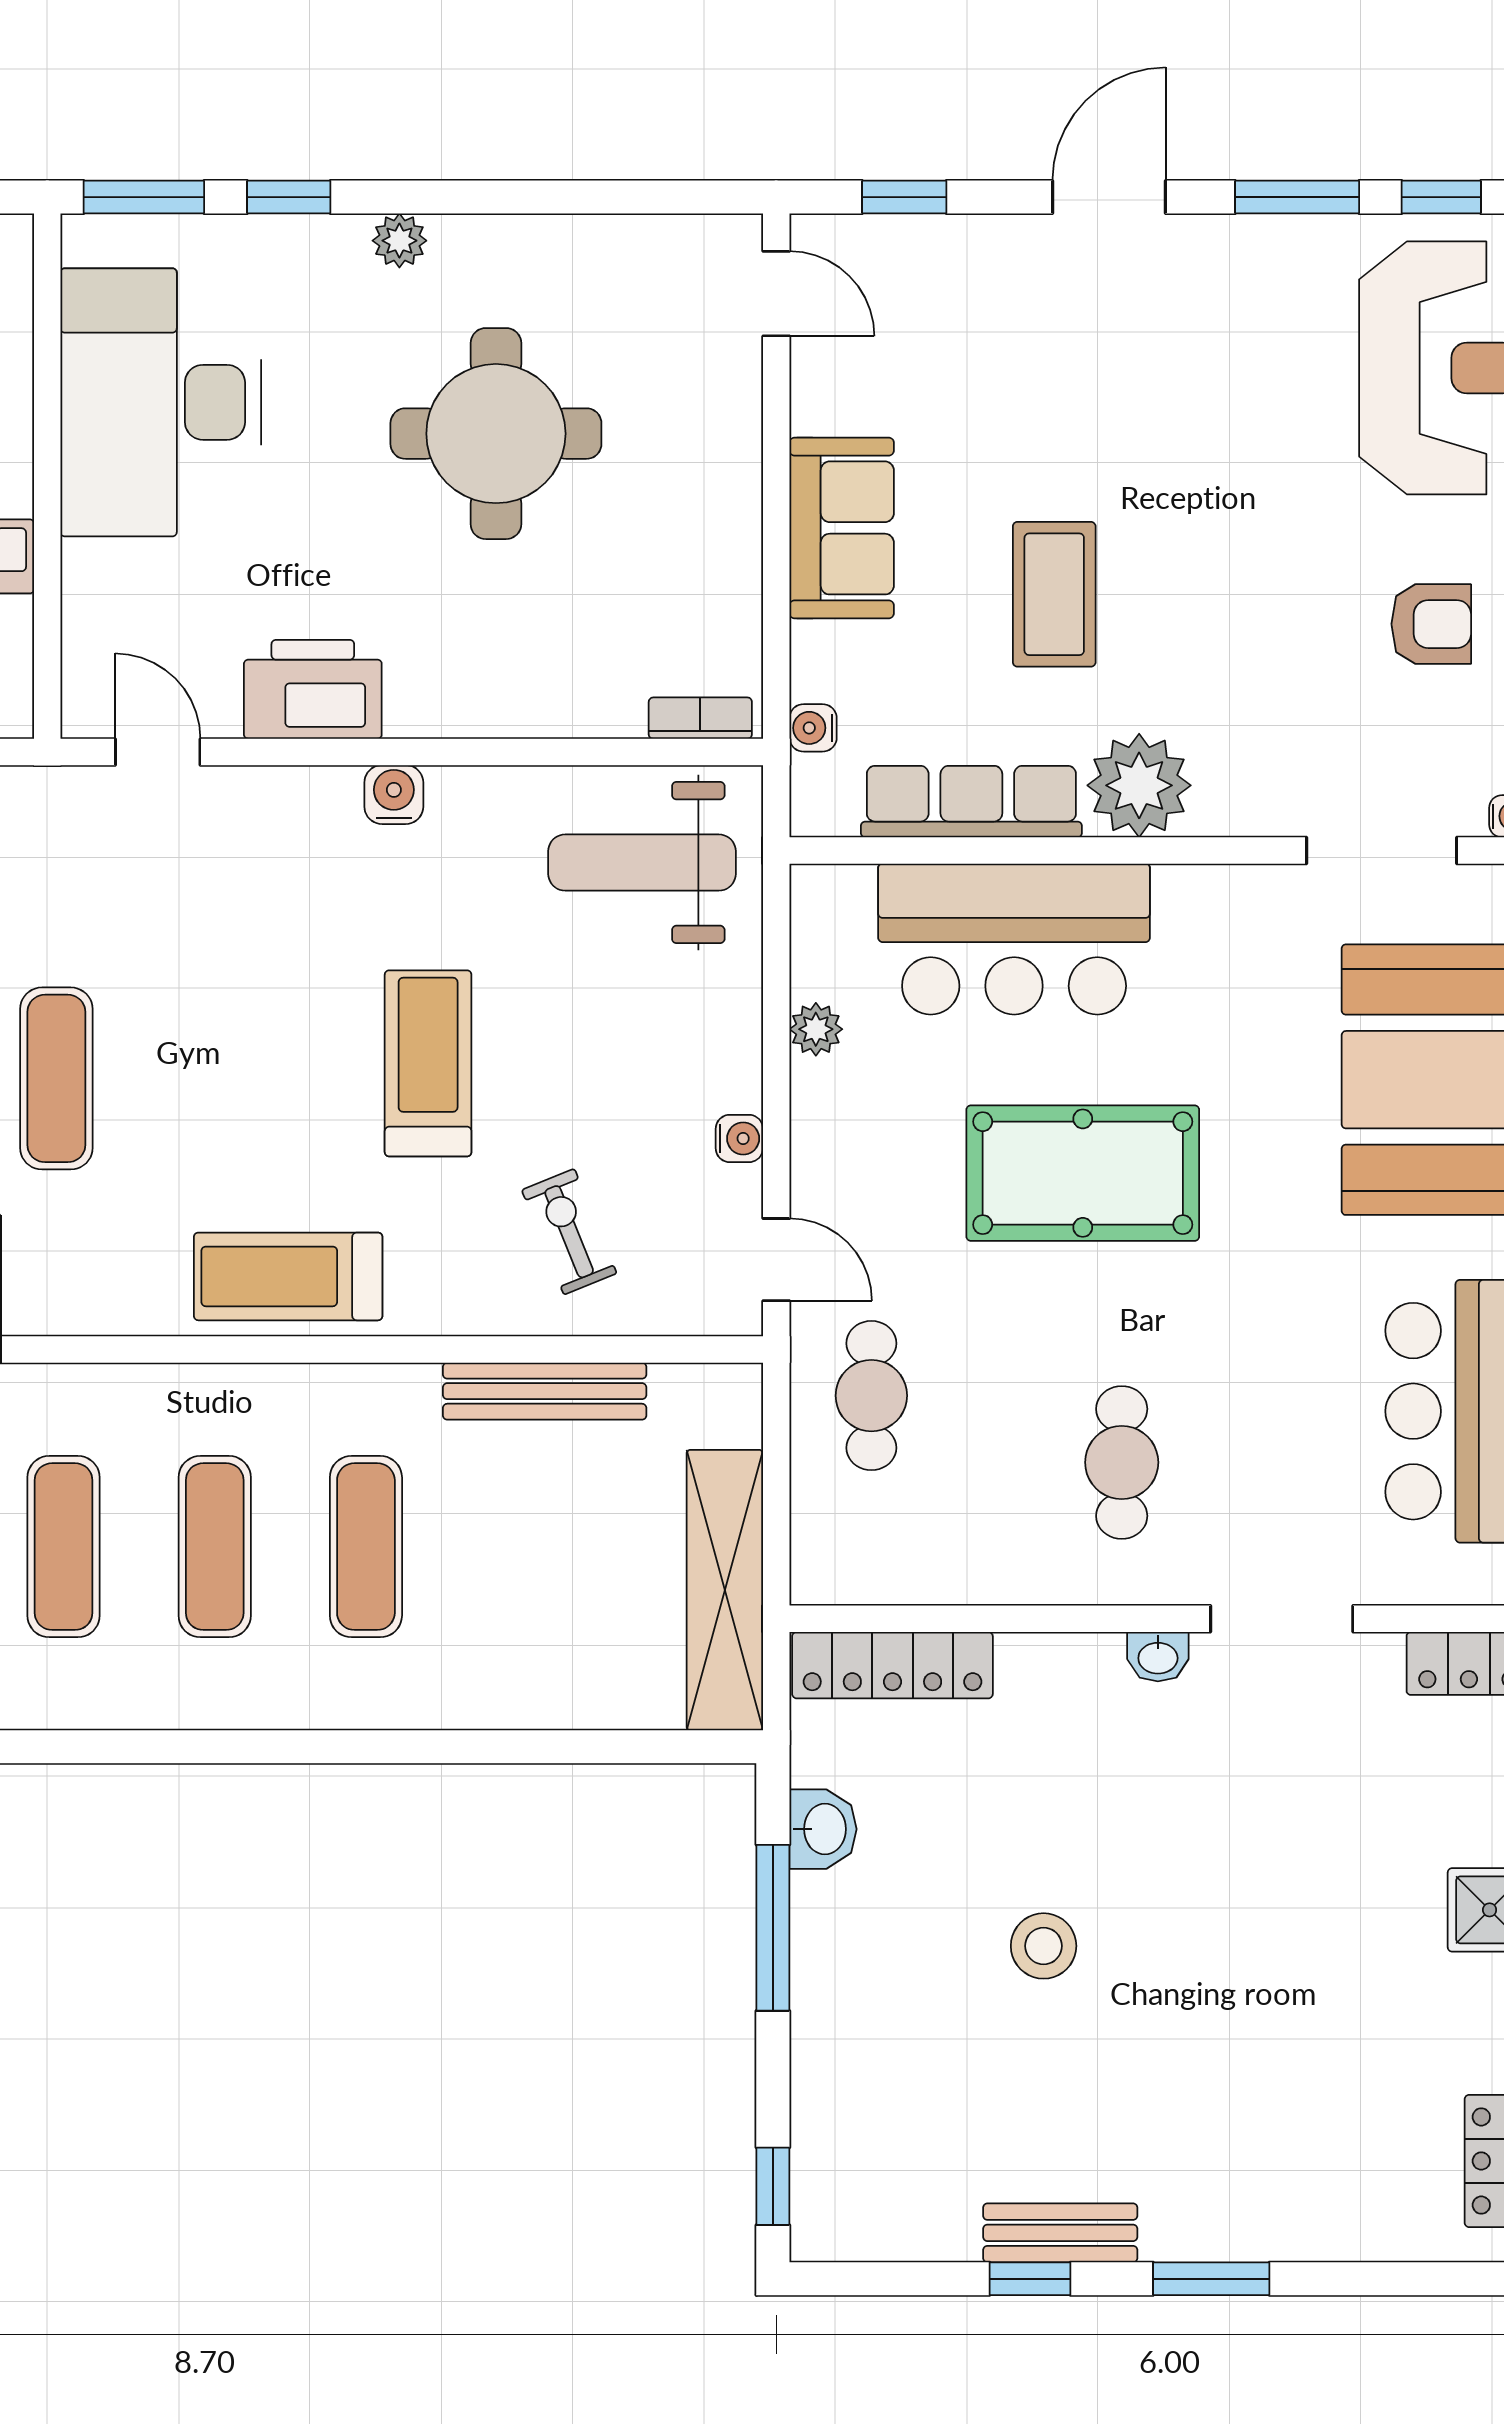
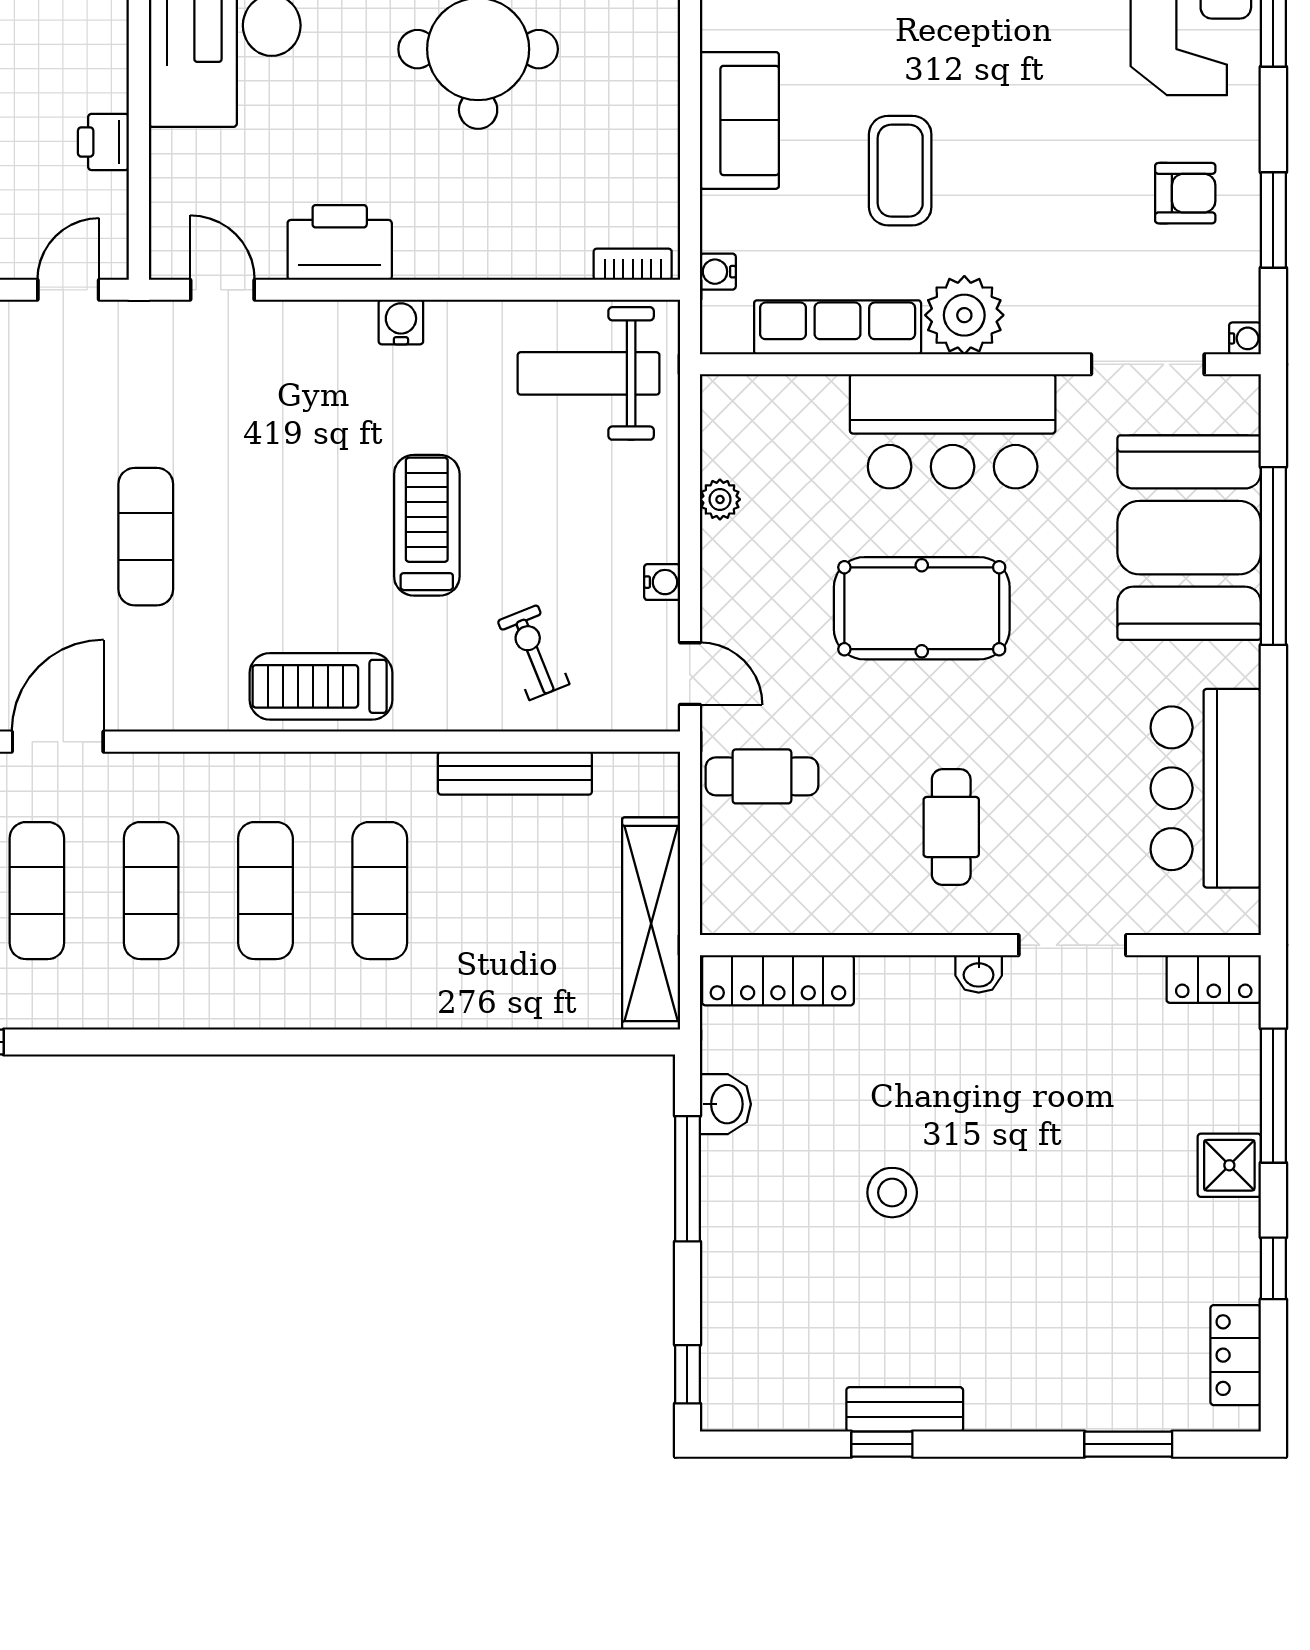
bar counter: (1014, 939) -> (953, 431), moved
cafe table: (871, 1396) -> (762, 776), turned 90
window: (1211, 2279) -> (1128, 1444), moved

